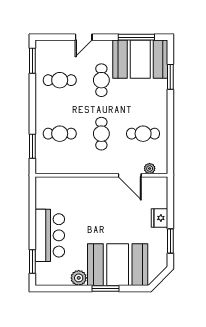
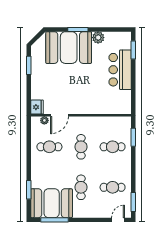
door: (84, 37) -> (118, 220), moved
door: (130, 175) -> (60, 115), swing flipped
fridge: (160, 218) -> (37, 107), moved

